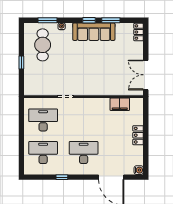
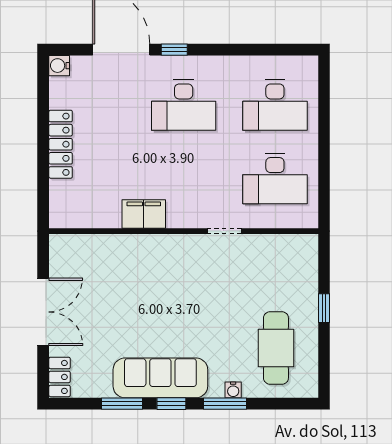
window: (47, 20) -> (225, 404), moved
double door: (146, 75) -> (43, 312), moved
filing cabinet: (120, 104) -> (144, 214), moved
locker: (138, 135) -> (61, 144), width x1.53
window: (62, 177) -> (174, 50), moved

